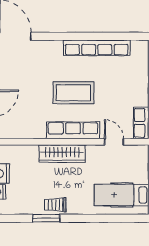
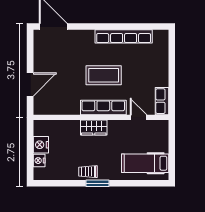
wardrobe: (62, 154) -> (94, 128), width x0.67
window: (46, 218) -> (97, 183), moved

